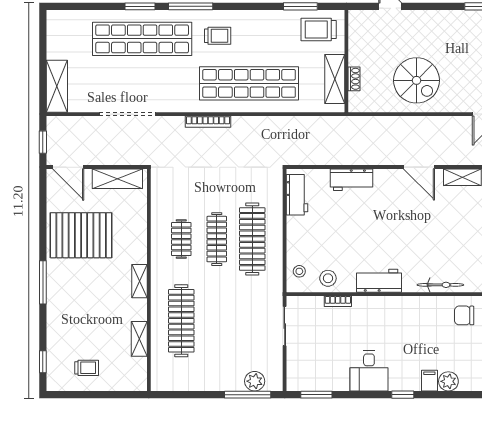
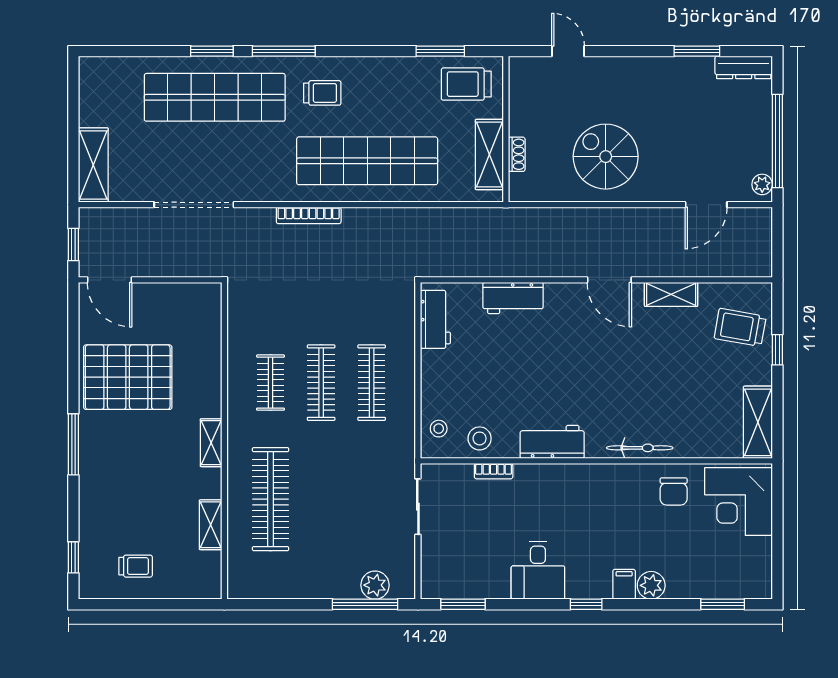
spiral stairs: (417, 80) -> (606, 157), turned 180
shelving: (117, 179) -> (179, 297), removed
clothes rail: (252, 239) -> (372, 383), width x0.73, depth x0.76
chair: (464, 315) -> (674, 491), turned -90

